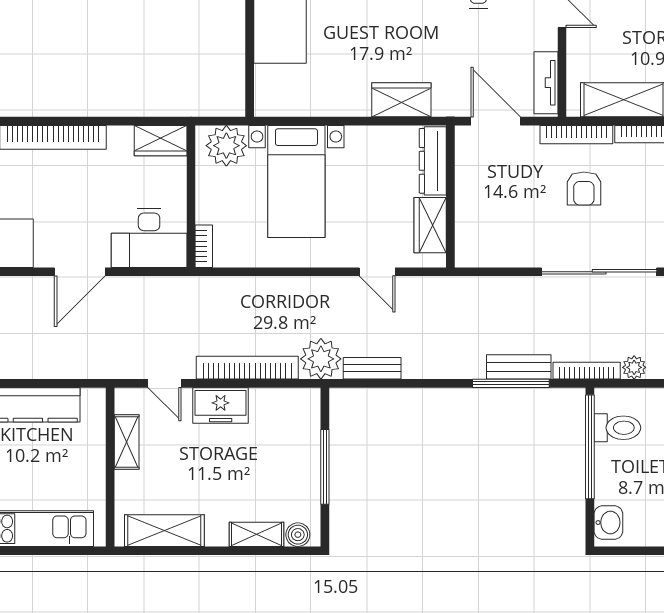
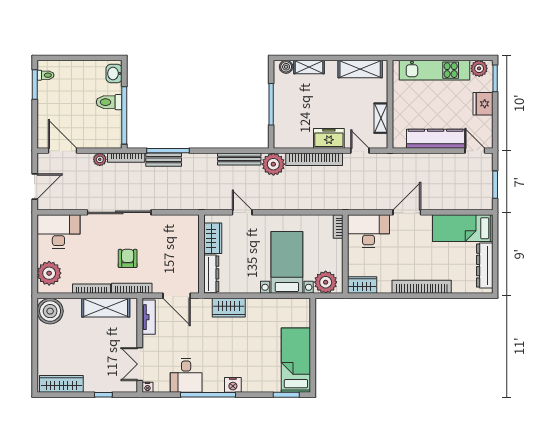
bench: (372, 368) -> (239, 159), width x1.36
toilet: (617, 428) -> (109, 102), moved

